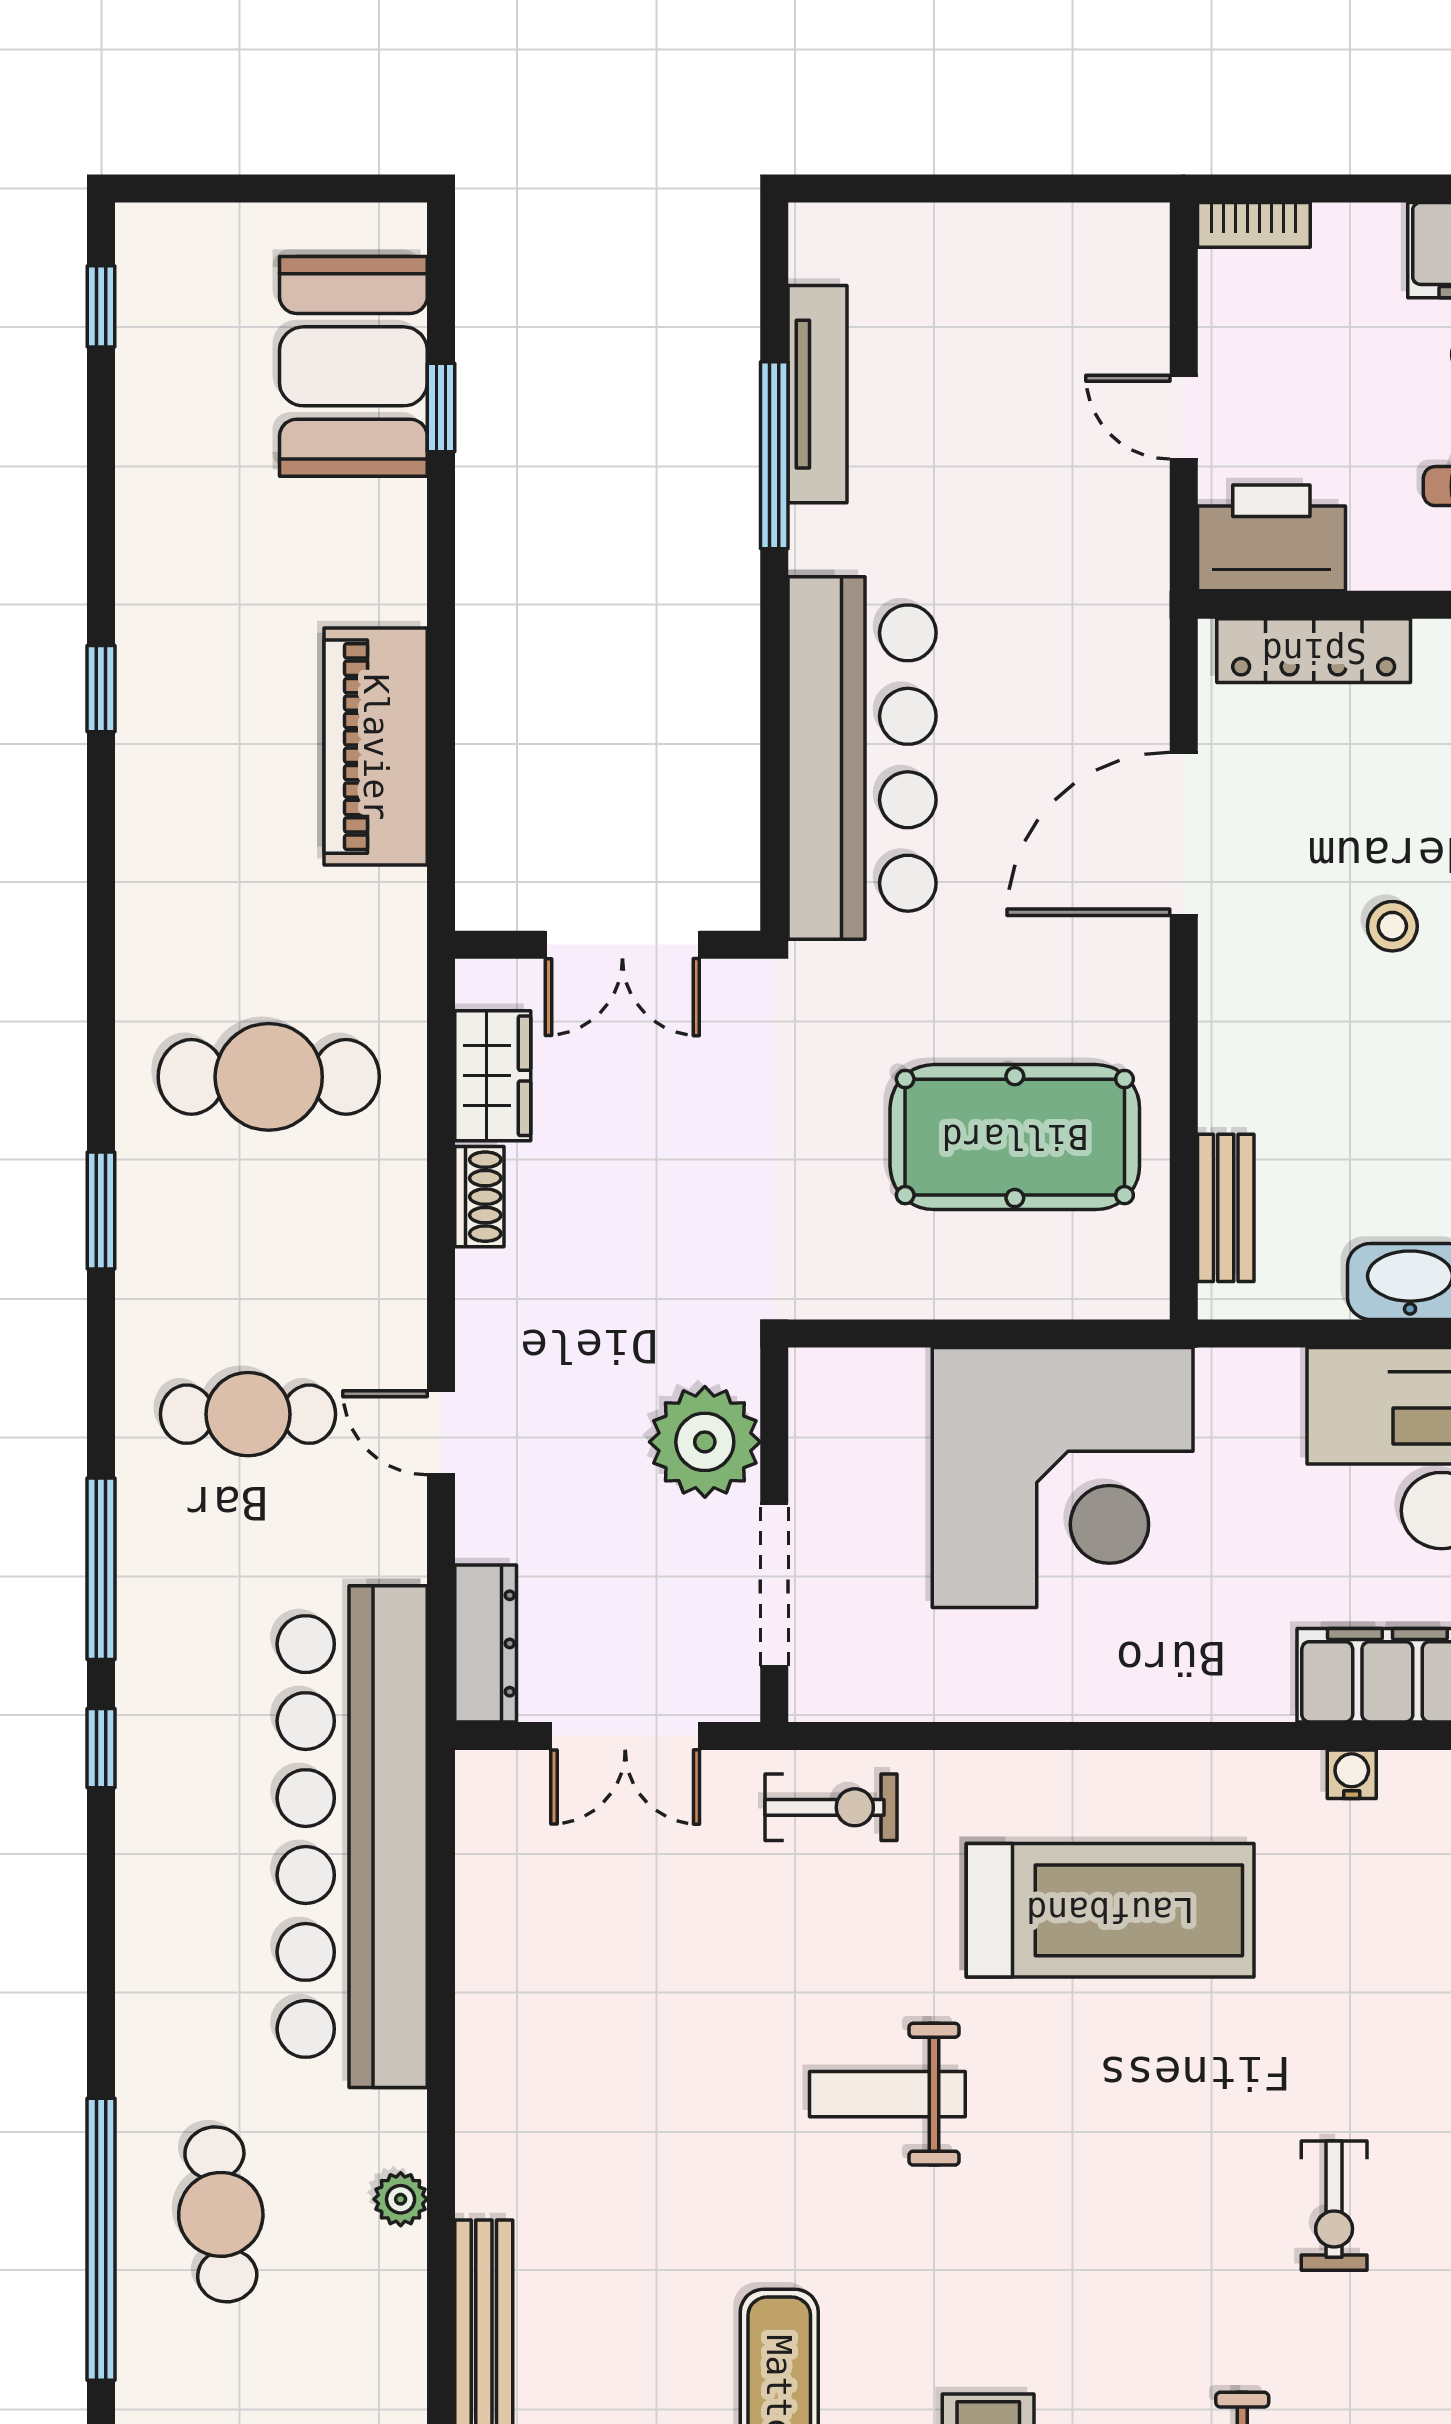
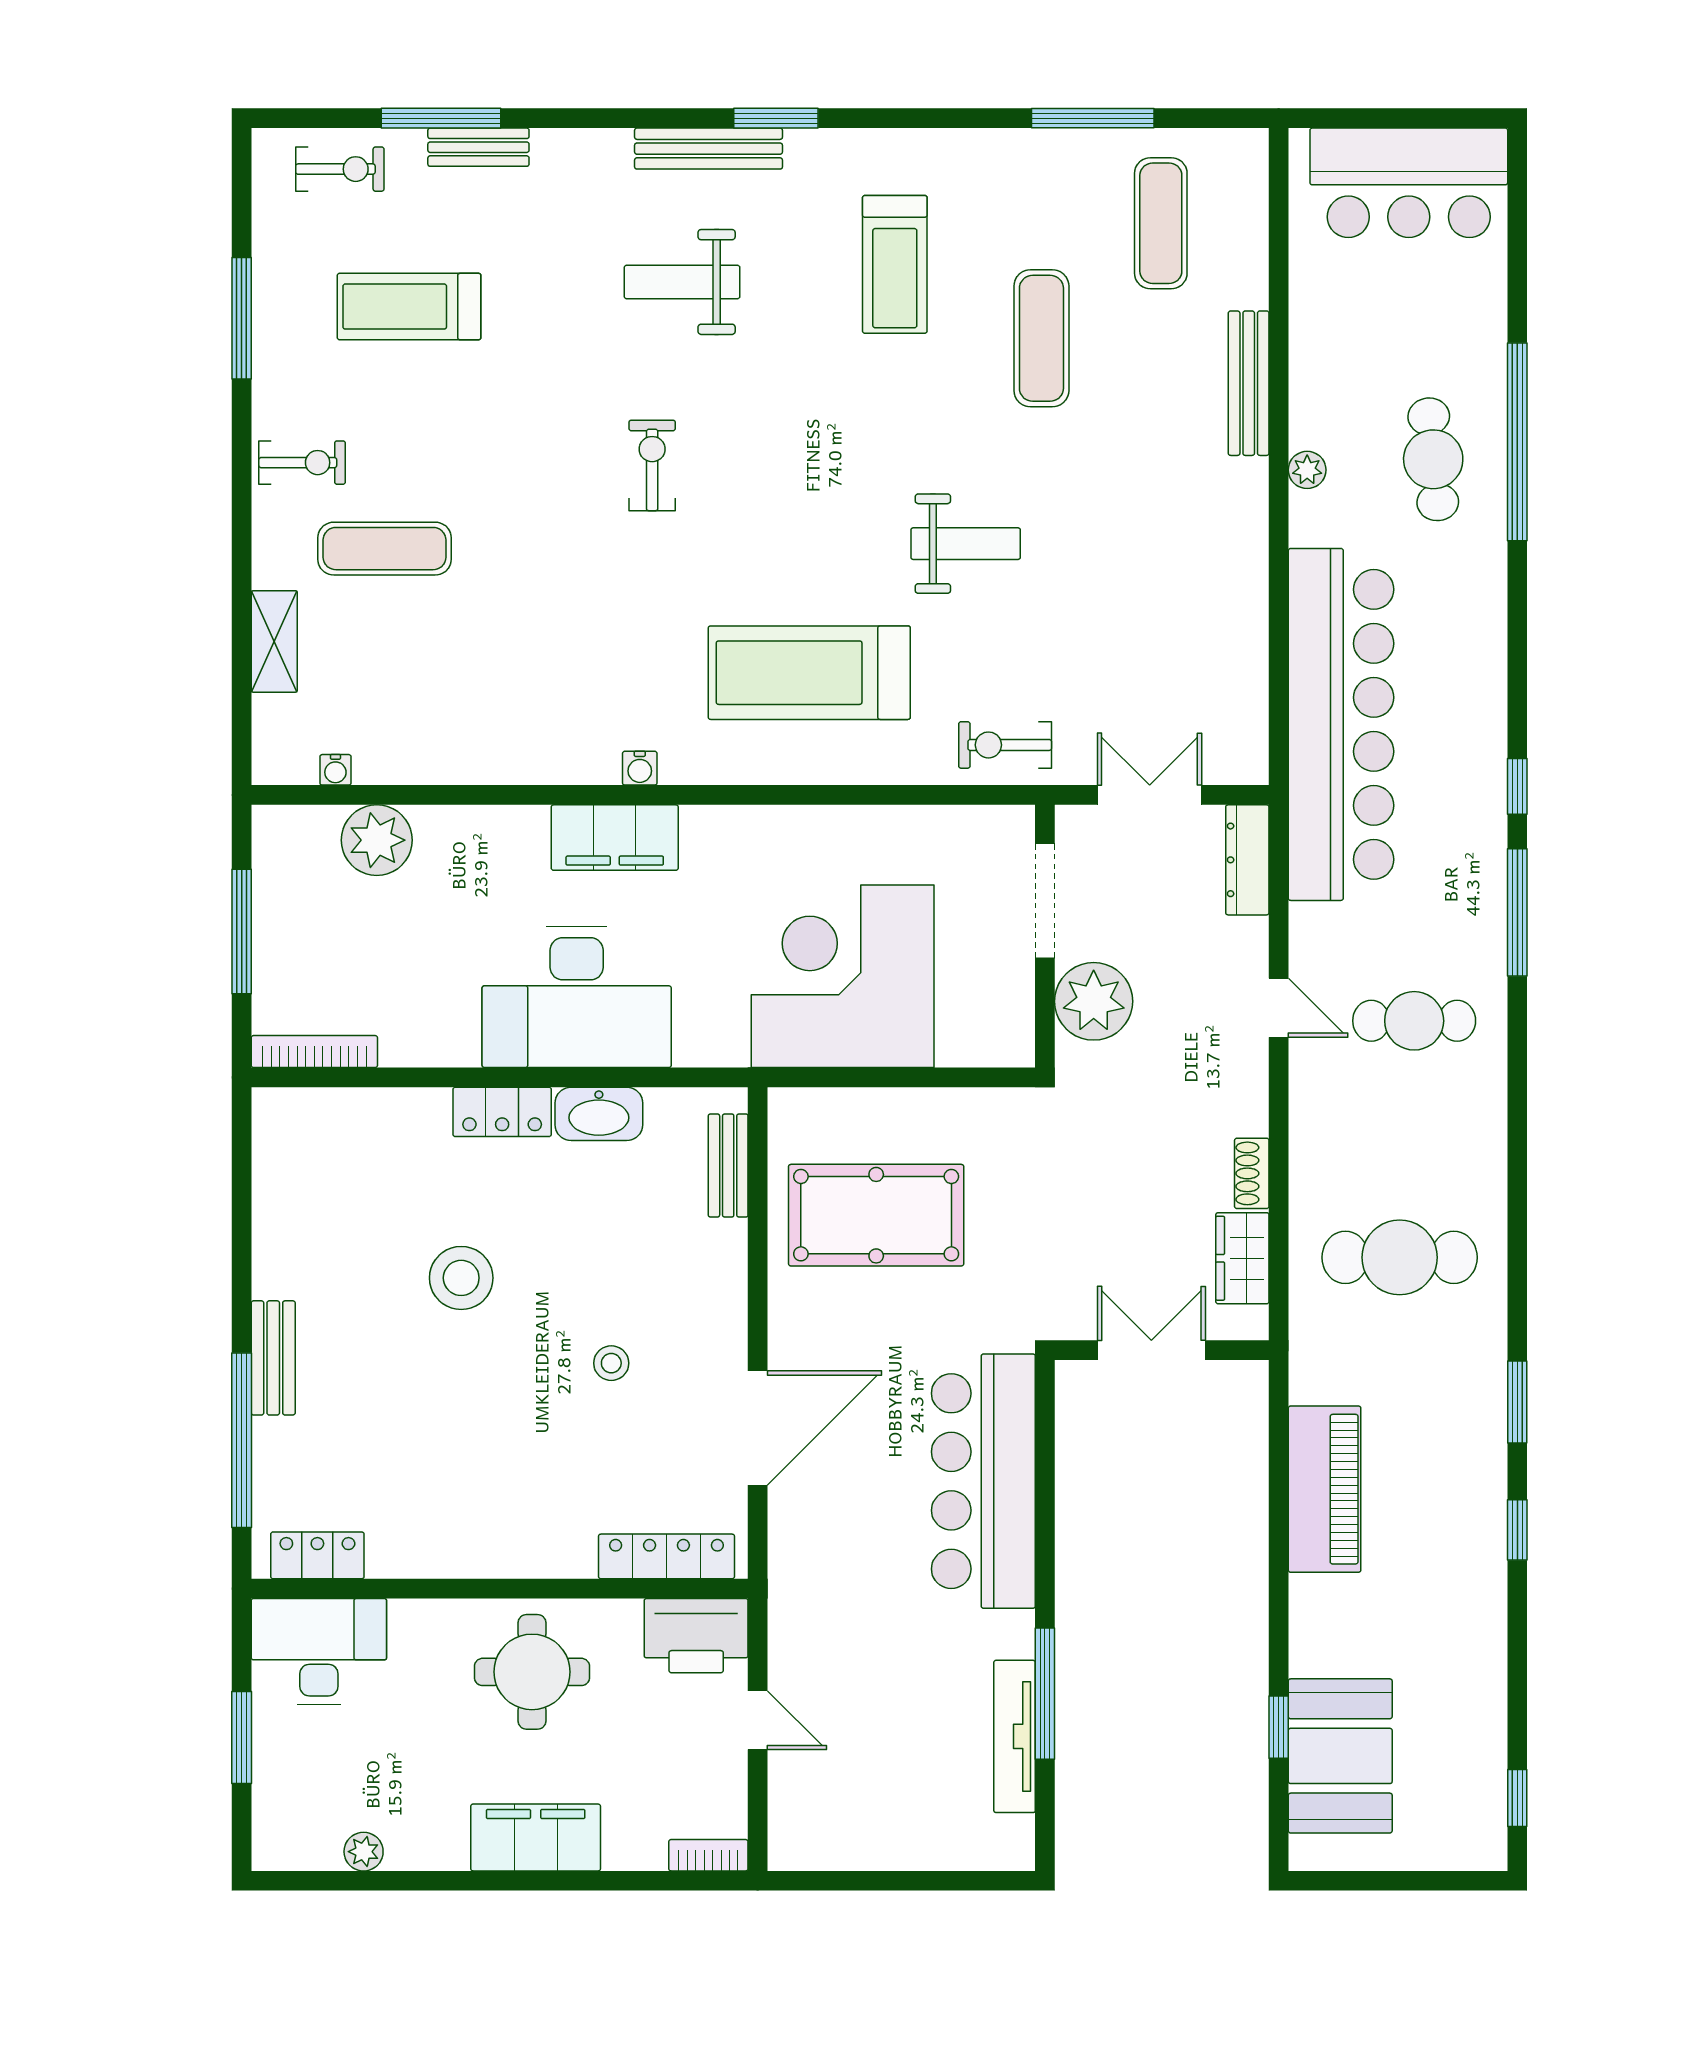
window: (101, 1210) -> (1517, 1402), moved

